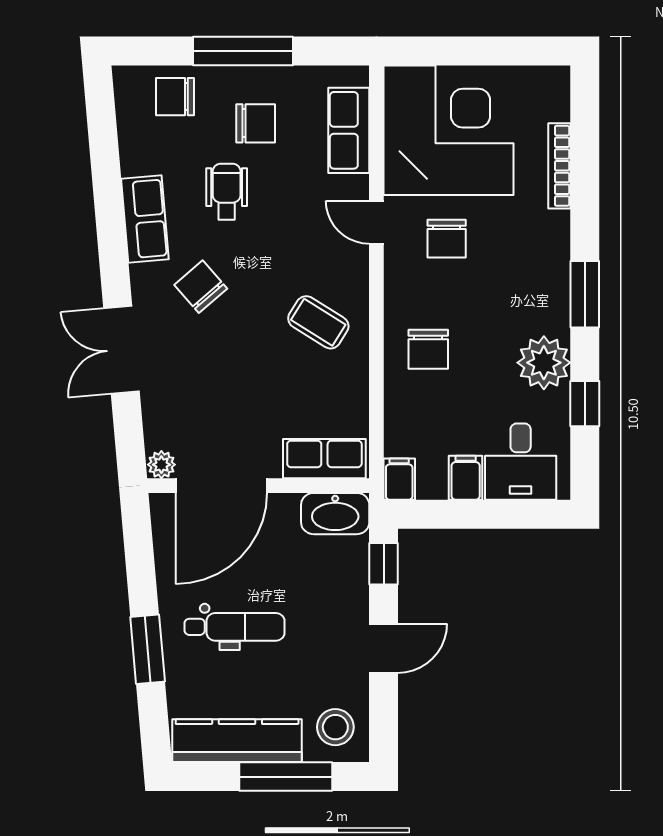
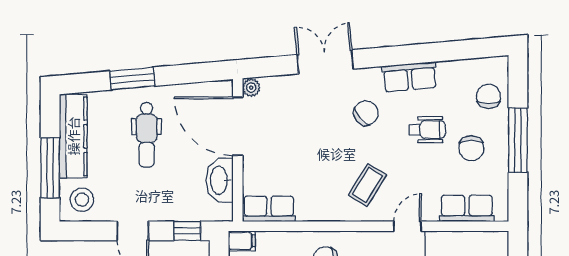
coffee table: (318, 322) -> (367, 185), moved
row of seats: (324, 459) -> (269, 209), moved, turned -90
washbasin: (335, 514) -> (220, 180), moved

